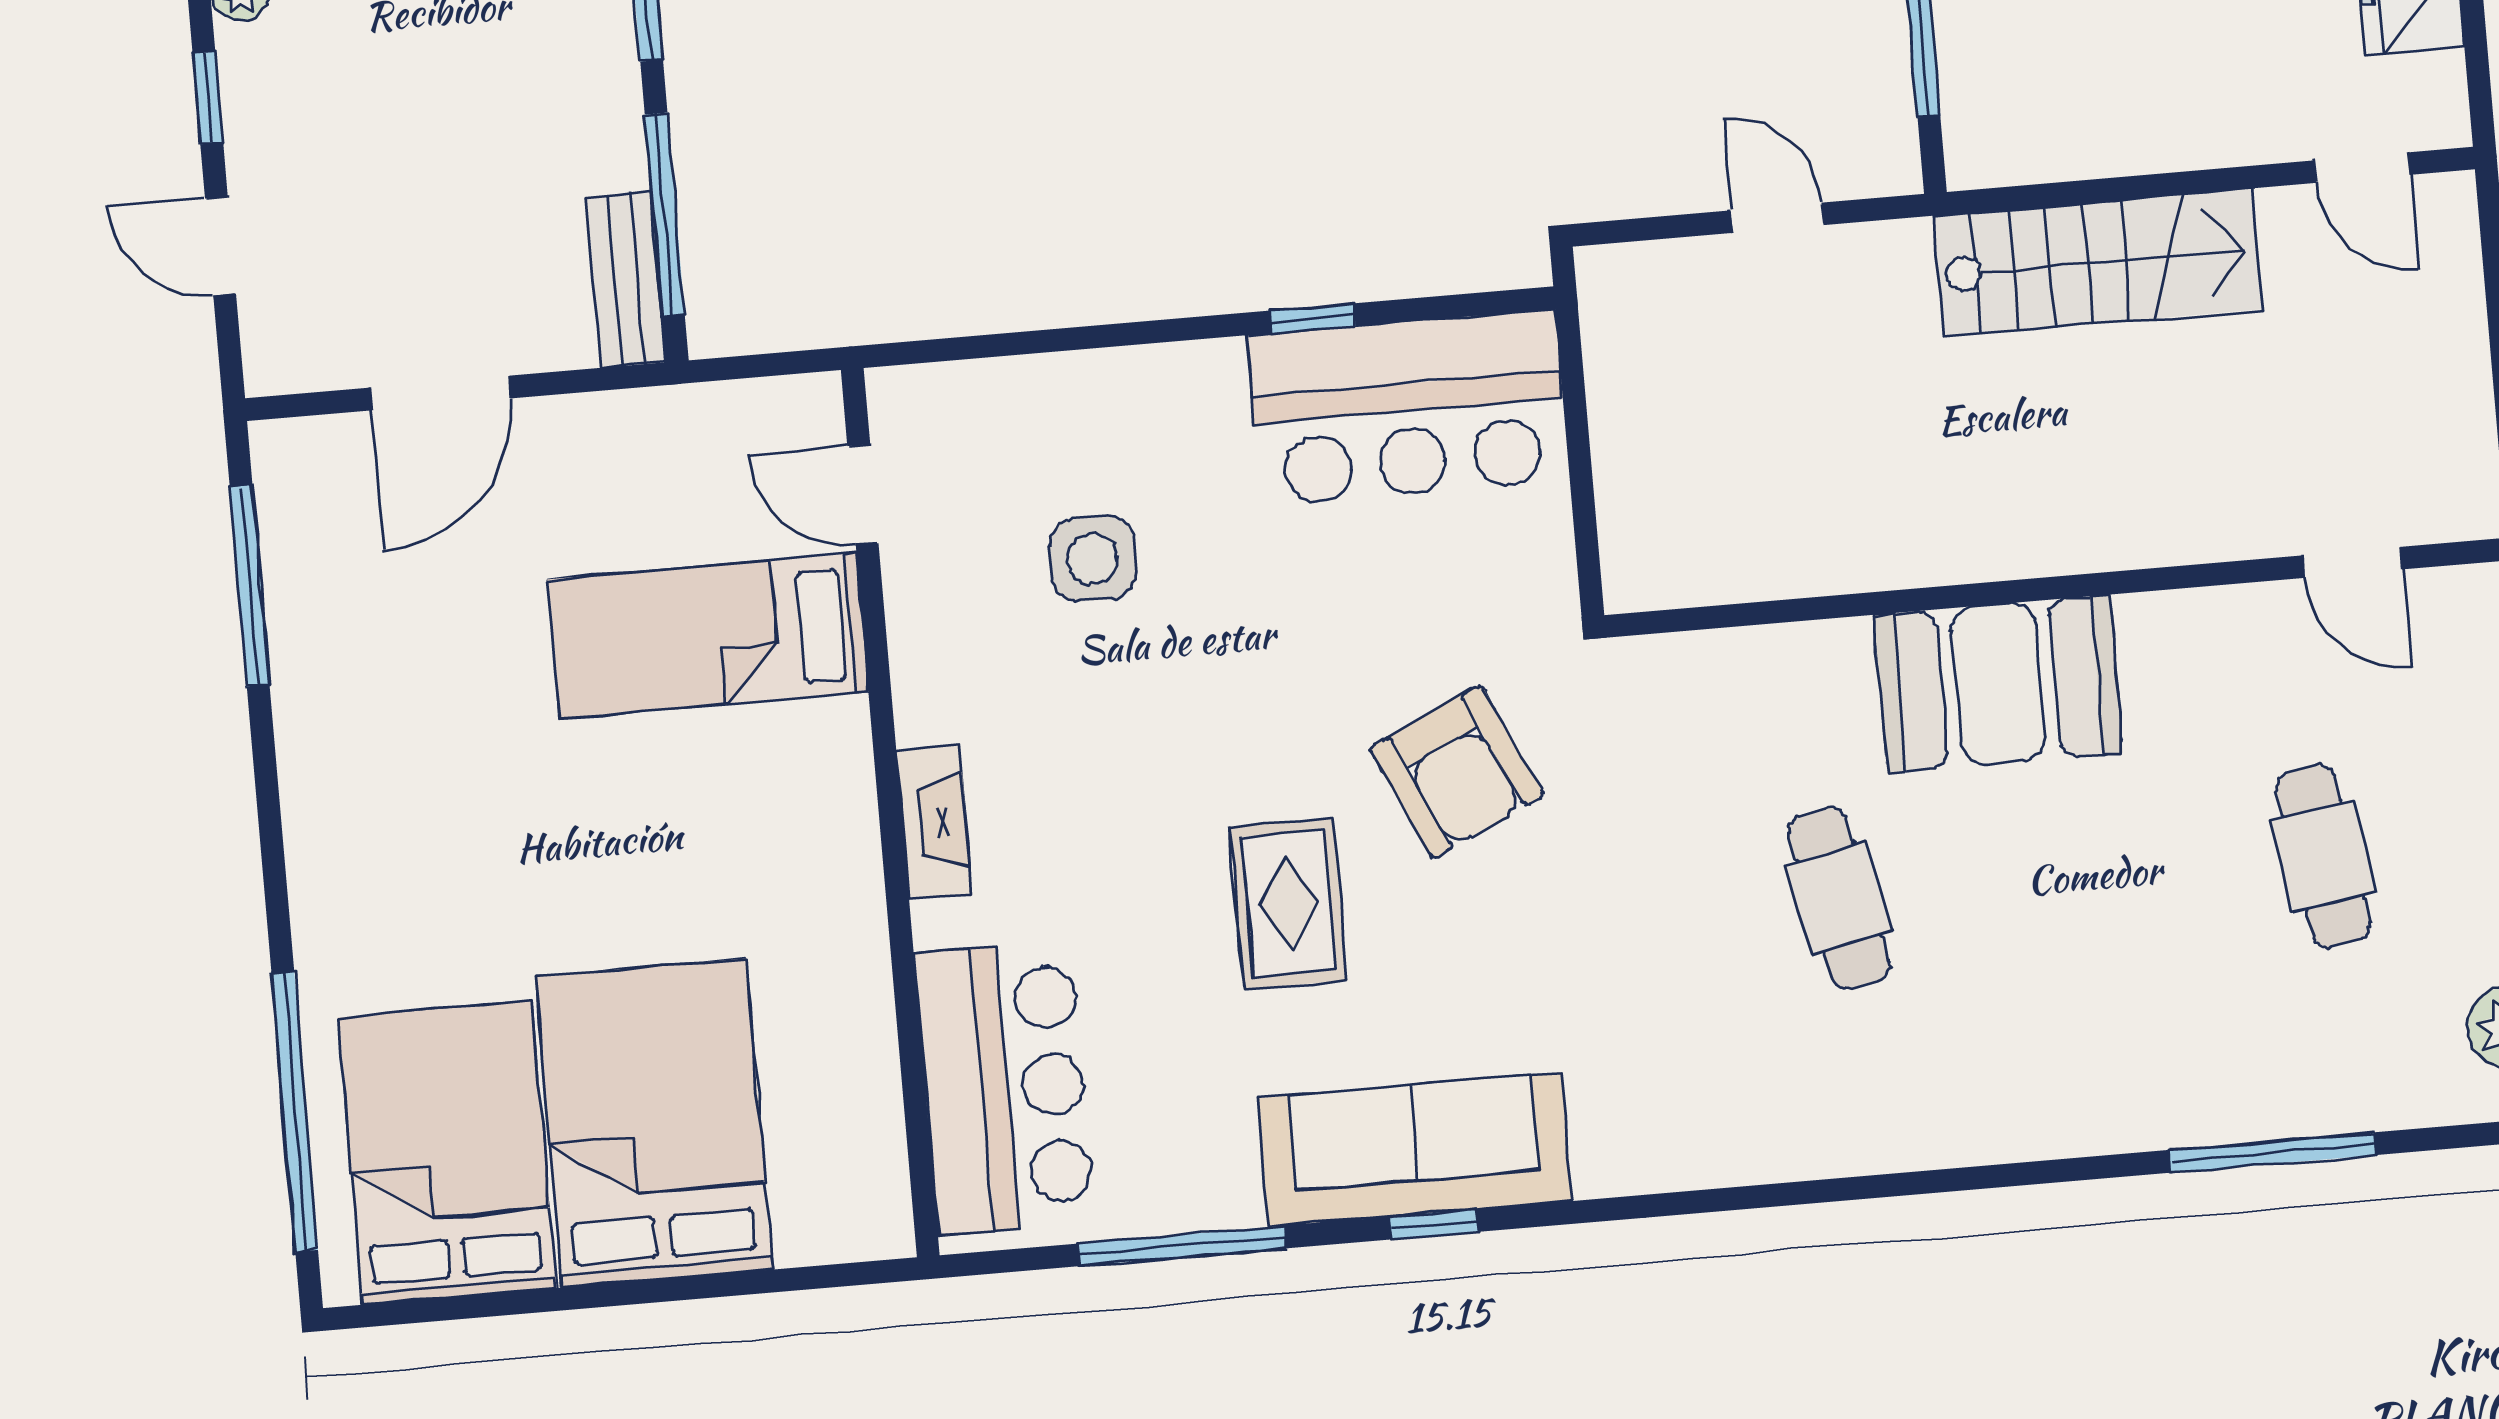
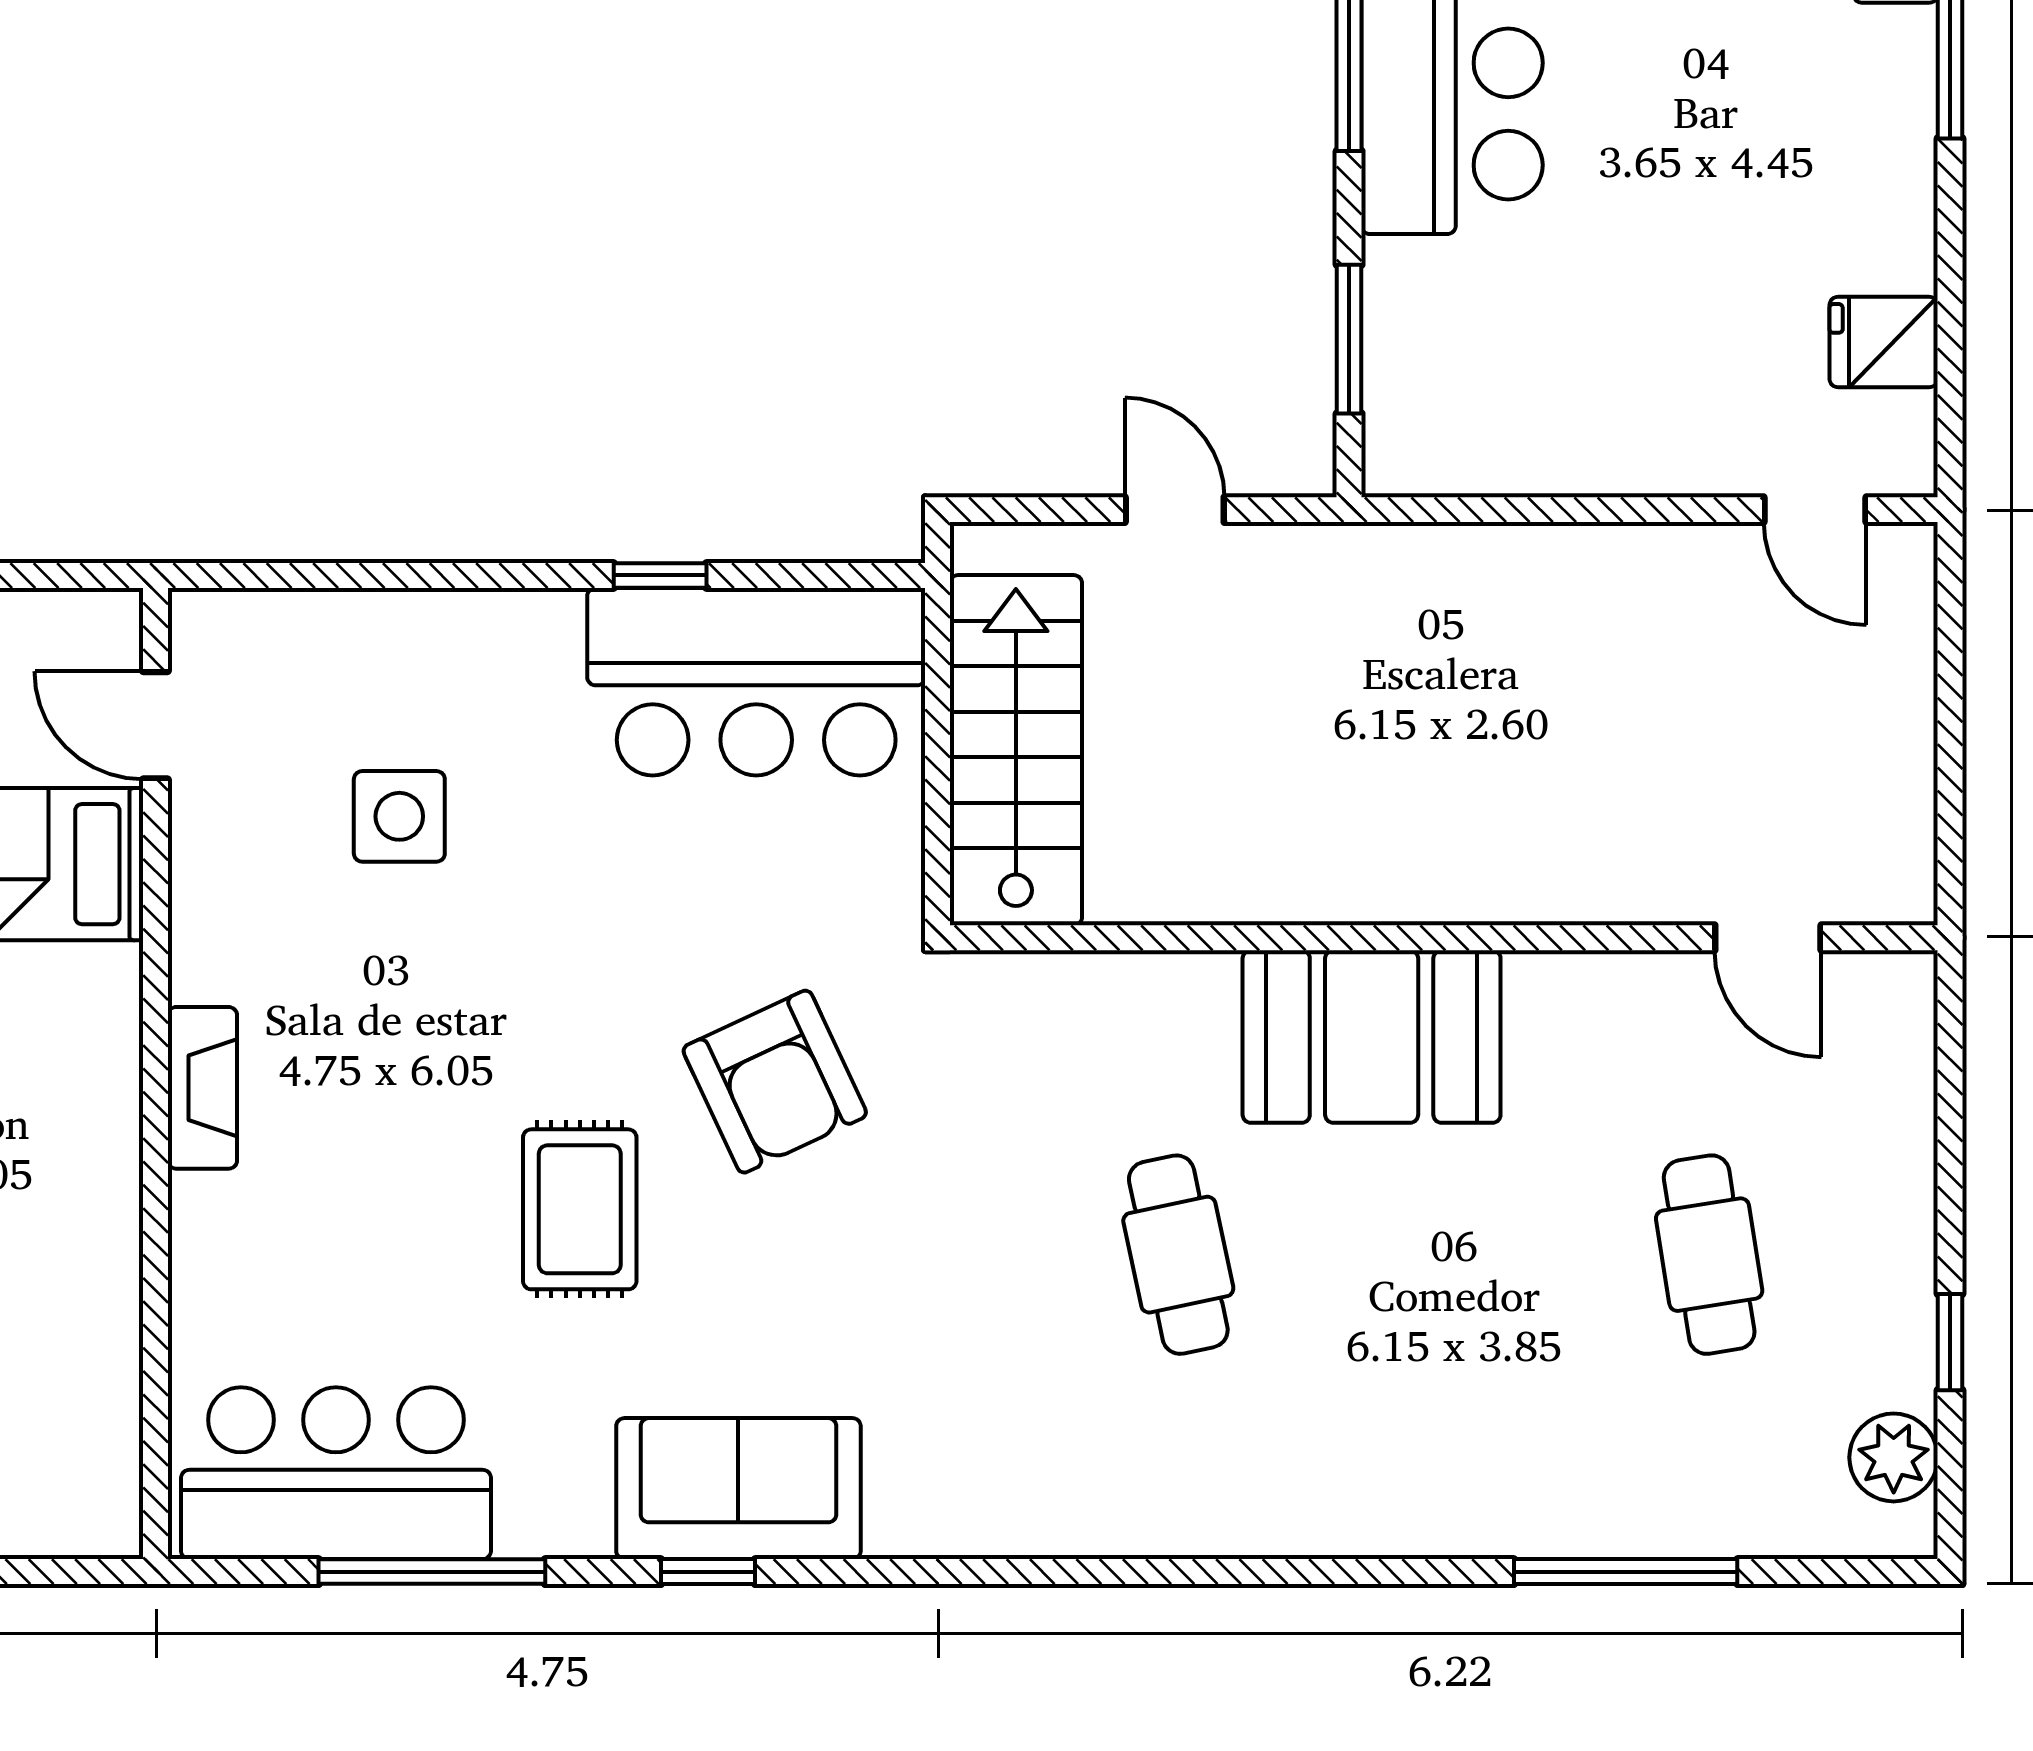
stairs: (2098, 262) -> (1016, 750), moved, turned -90
bar counter: (1004, 1088) -> (336, 1473), moved, turned -90
sofa: (1415, 1150) -> (738, 1489), width x0.73

